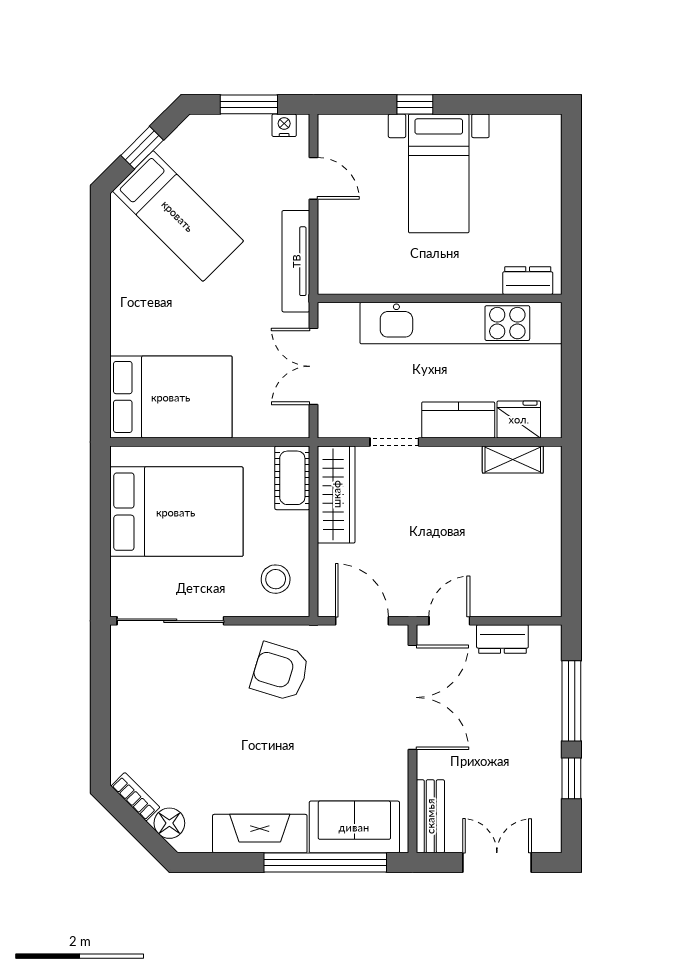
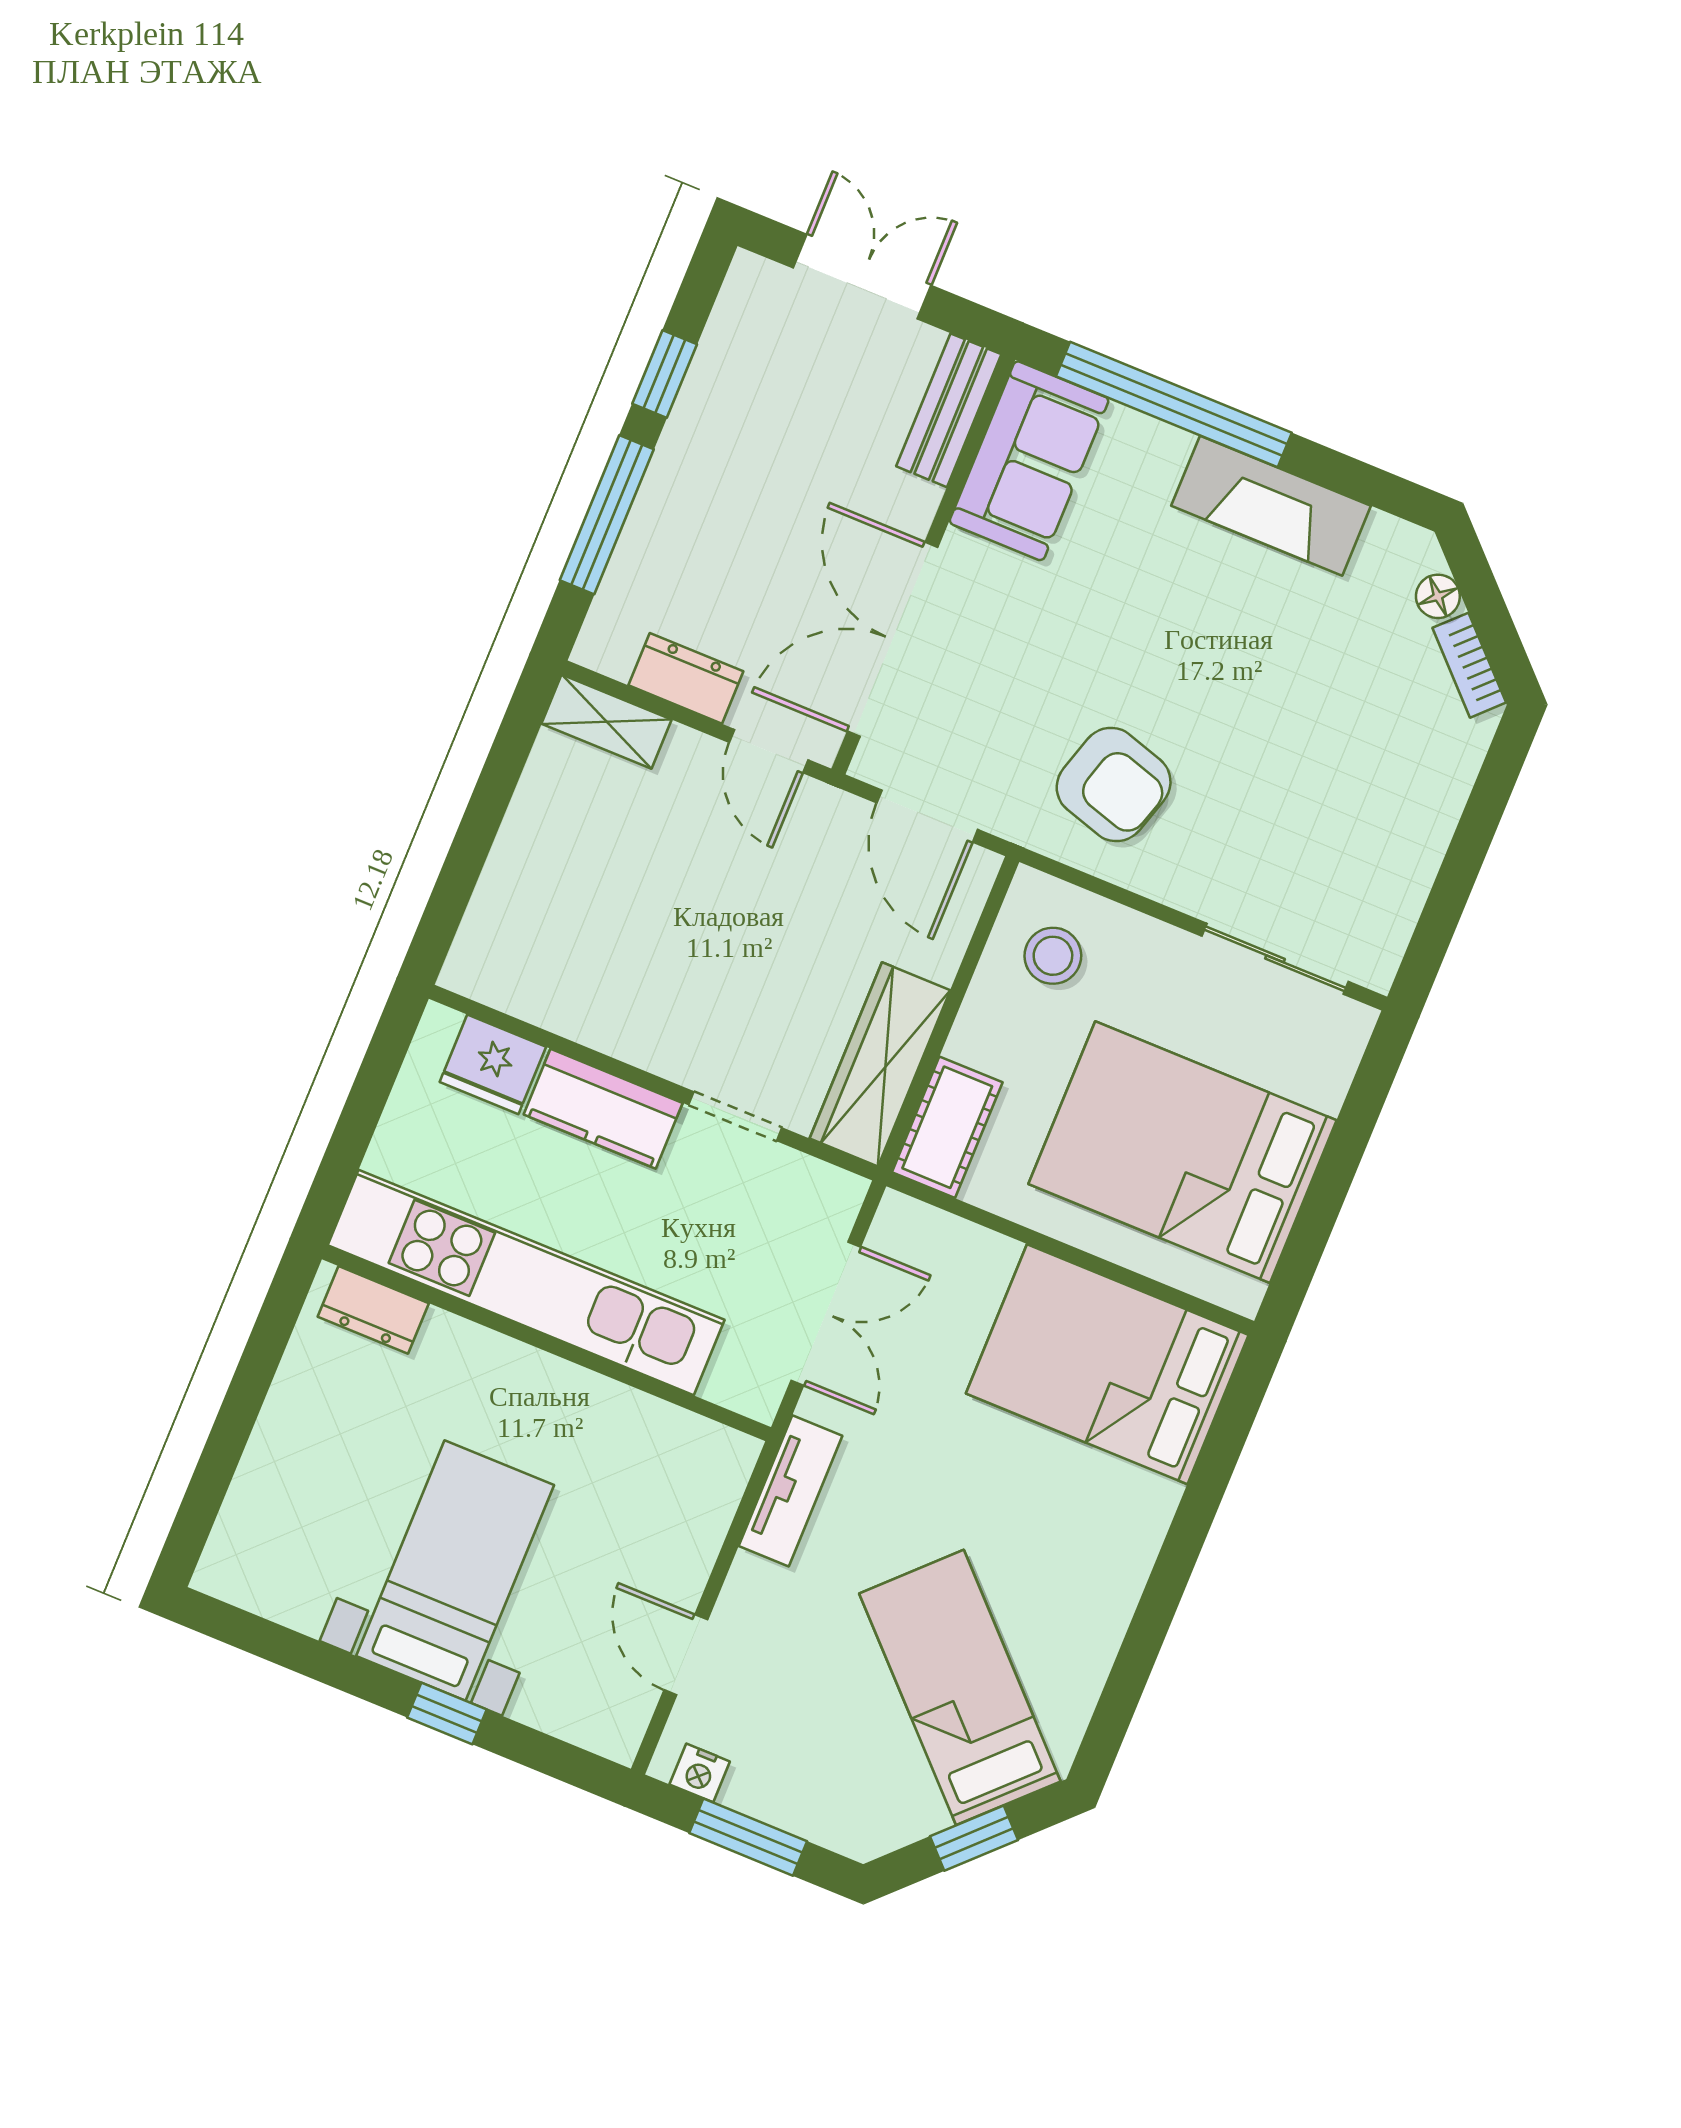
tv unit: (296, 261) -> (790, 1491), width x0.71
shelving: (513, 459) -> (607, 722), moved
sliding door: (170, 621) -> (1275, 959), width x0.73
door: (449, 621) -> (769, 751), hinge flipped
floor lamp: (169, 823) -> (1438, 596), width x0.73, depth x0.73
sofa: (354, 827) -> (1029, 461), moved, turned -90
double door: (497, 863) -> (862, 277), swing flipped

